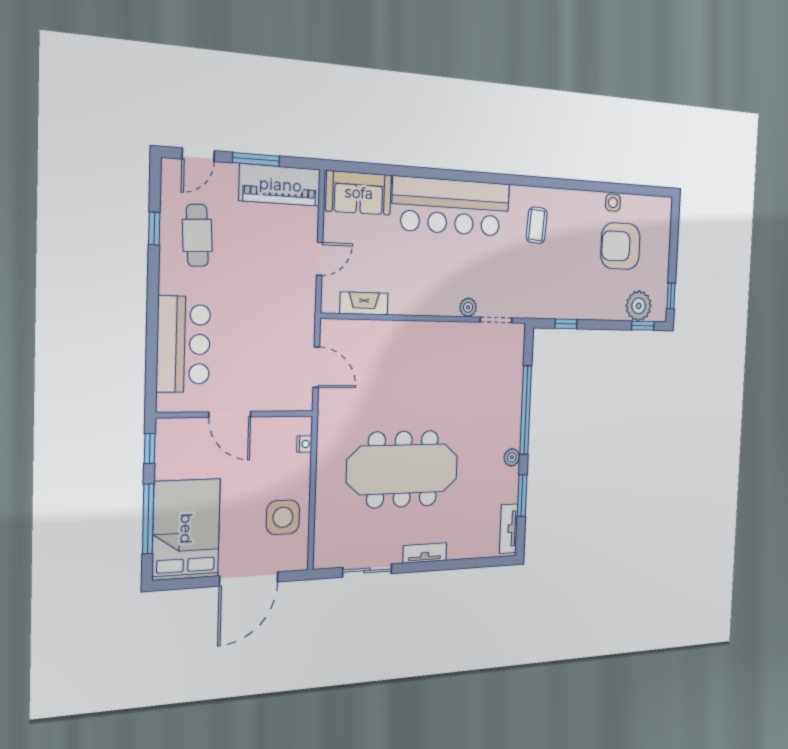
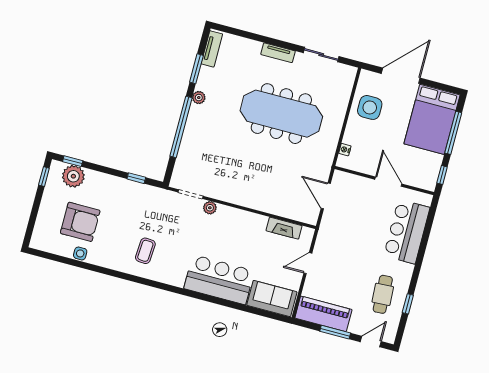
bar counter: (451, 207) -> (219, 280), width x0.73

